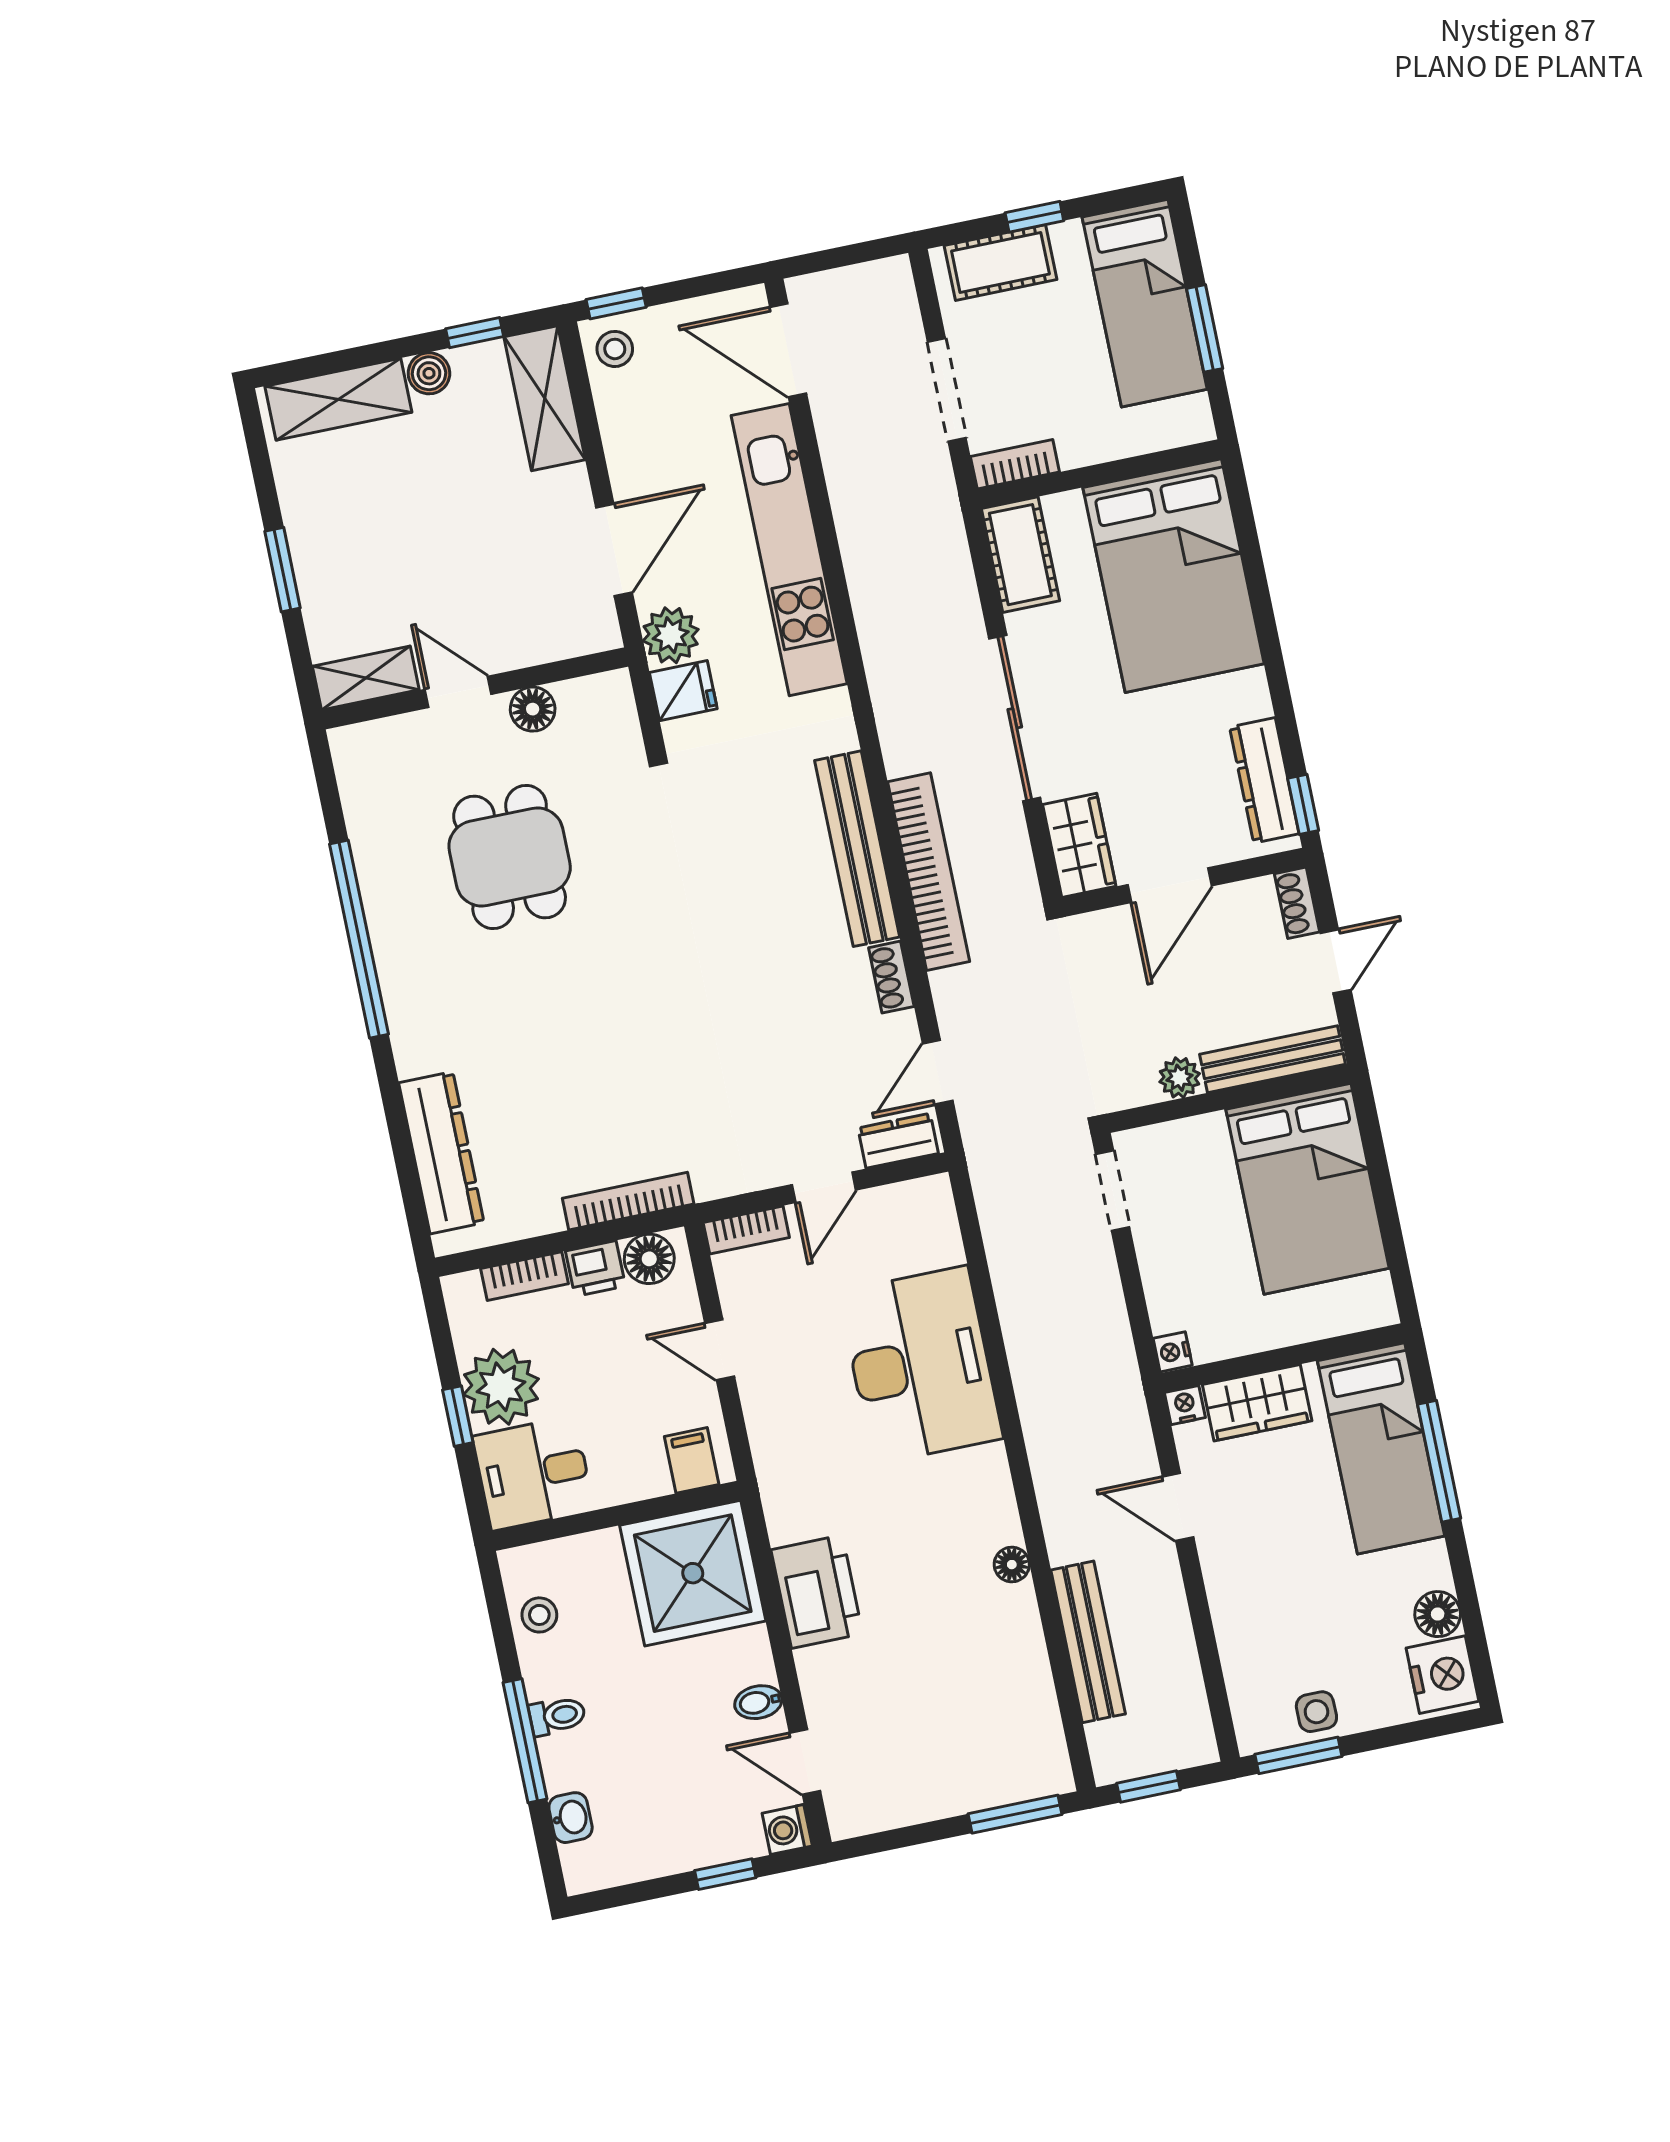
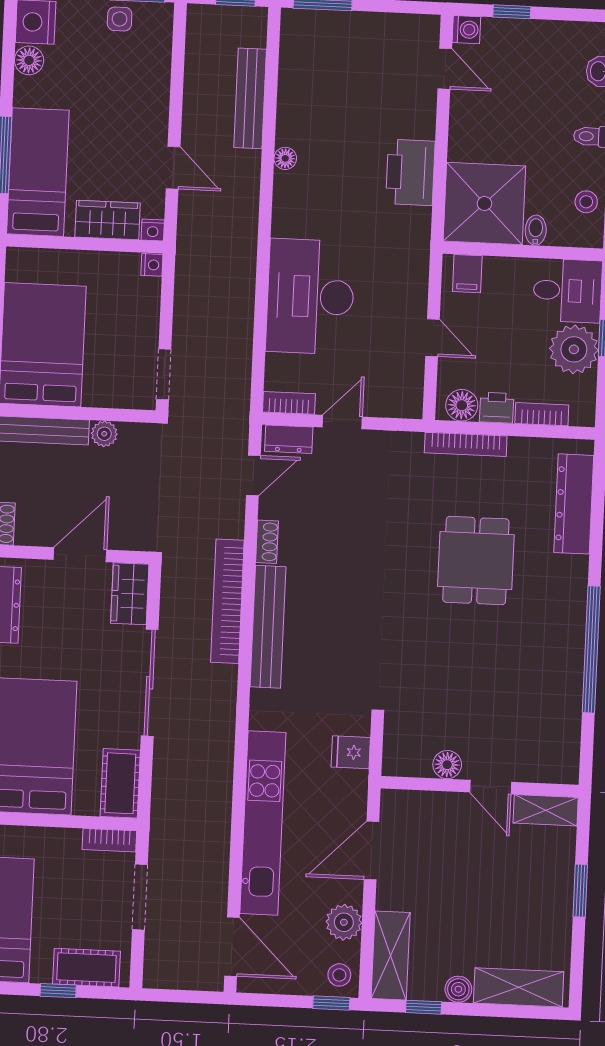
plant: (671, 635) -> (344, 922), moved
dining table: (510, 857) -> (476, 561), moved
bookcase: (746, 1230) -> (289, 403), moved
bidet: (758, 1702) -> (536, 230), moved, turned -90

